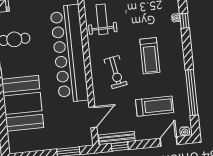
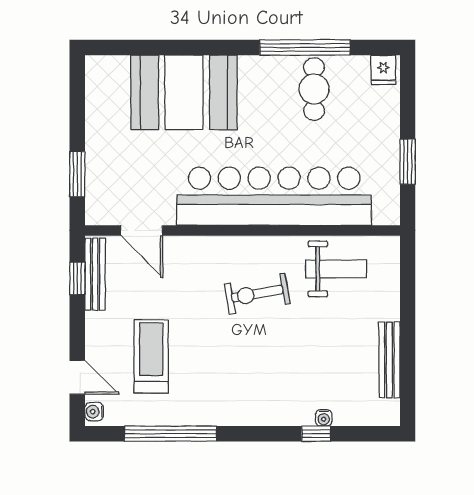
treadmill: (150, 56) -> (253, 357), removed
exercise bike: (116, 72) -> (257, 294), moved
treadmill: (155, 106) -> (151, 356), turned 180

